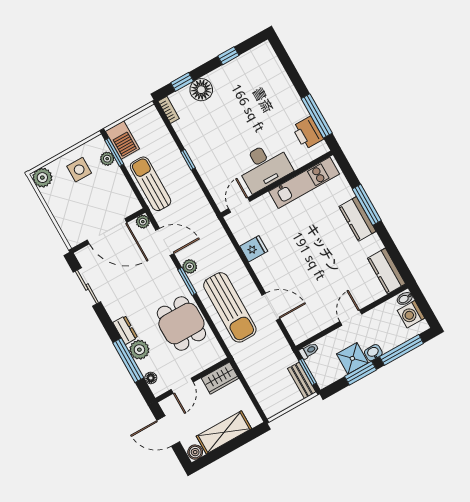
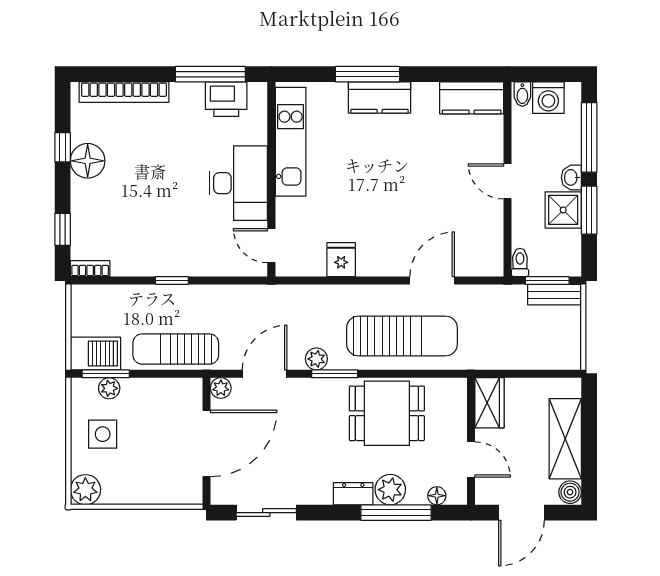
bookcase: (279, 73) -> (124, 92), added
floor lamp: (201, 90) -> (88, 161), moved

